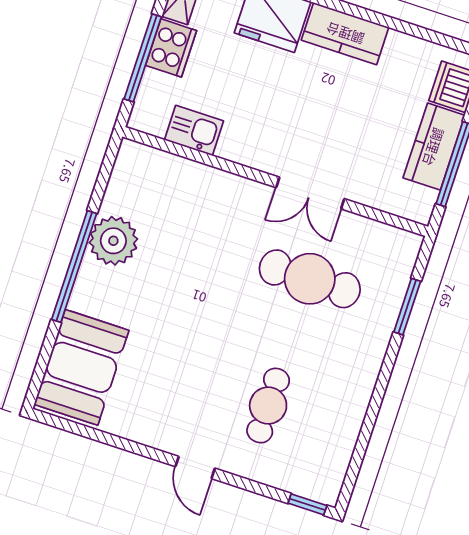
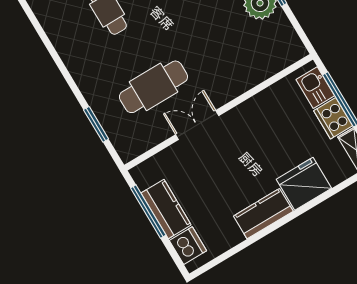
kitchen sink: (194, 130) -> (315, 88), moved, turned 90

